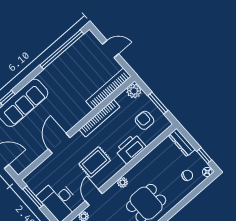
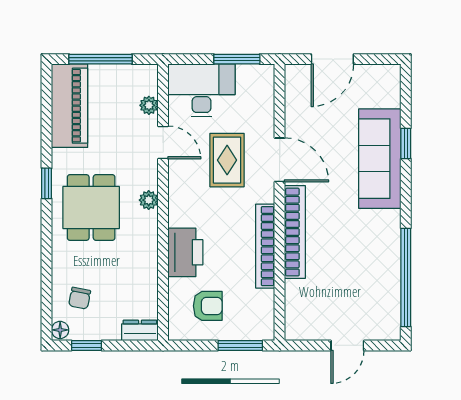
bookcase: (108, 89) -> (295, 232), moved
plant: (134, 91) -> (261, 327), removed
window: (158, 103) -> (240, 345), moved
dresser: (182, 142) -> (140, 330), width x0.70
rug: (95, 162) -> (227, 160), moved

